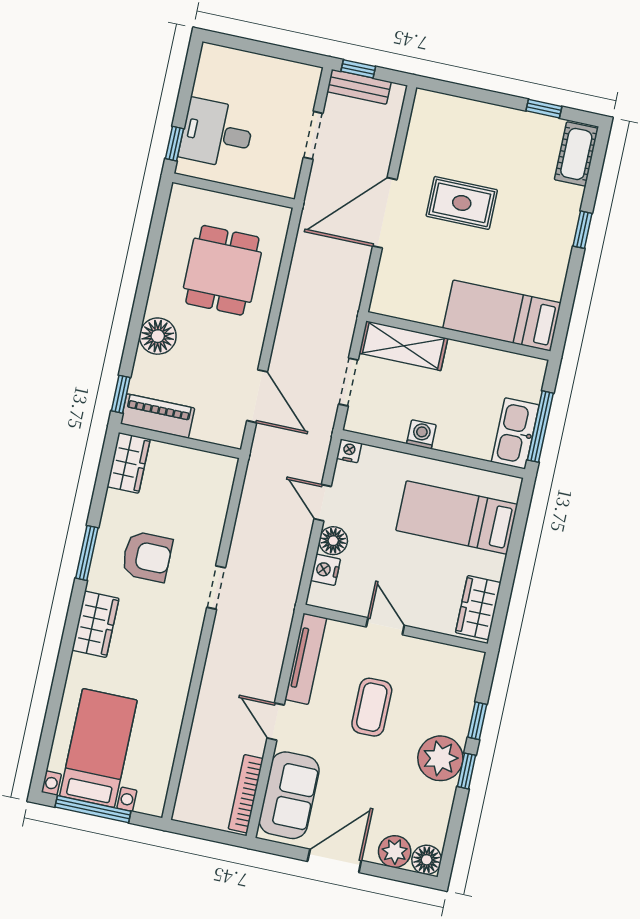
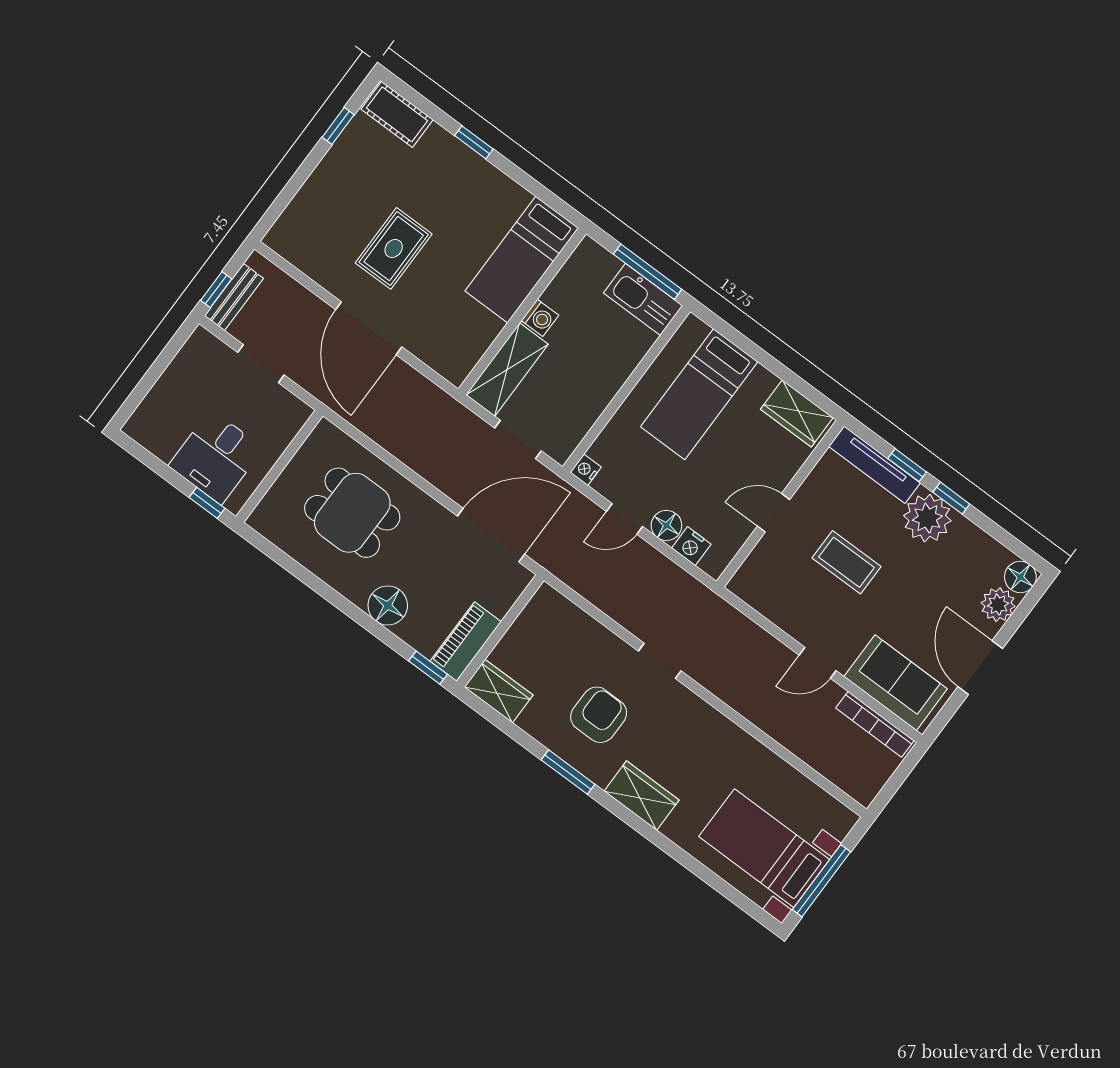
door: (257, 396) -> (491, 535), width x1.36
washing machine: (421, 434) -> (540, 318), moved, turned 180
tv unit: (306, 659) -> (874, 465), moved, turned 180

